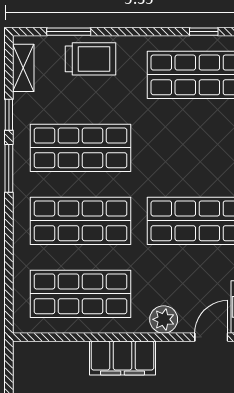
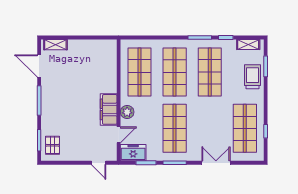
trolley: (91, 59) -> (253, 77), turned 180
door: (211, 337) -> (119, 135), hinge flipped
filing cabinet: (123, 358) -> (109, 109), moved

